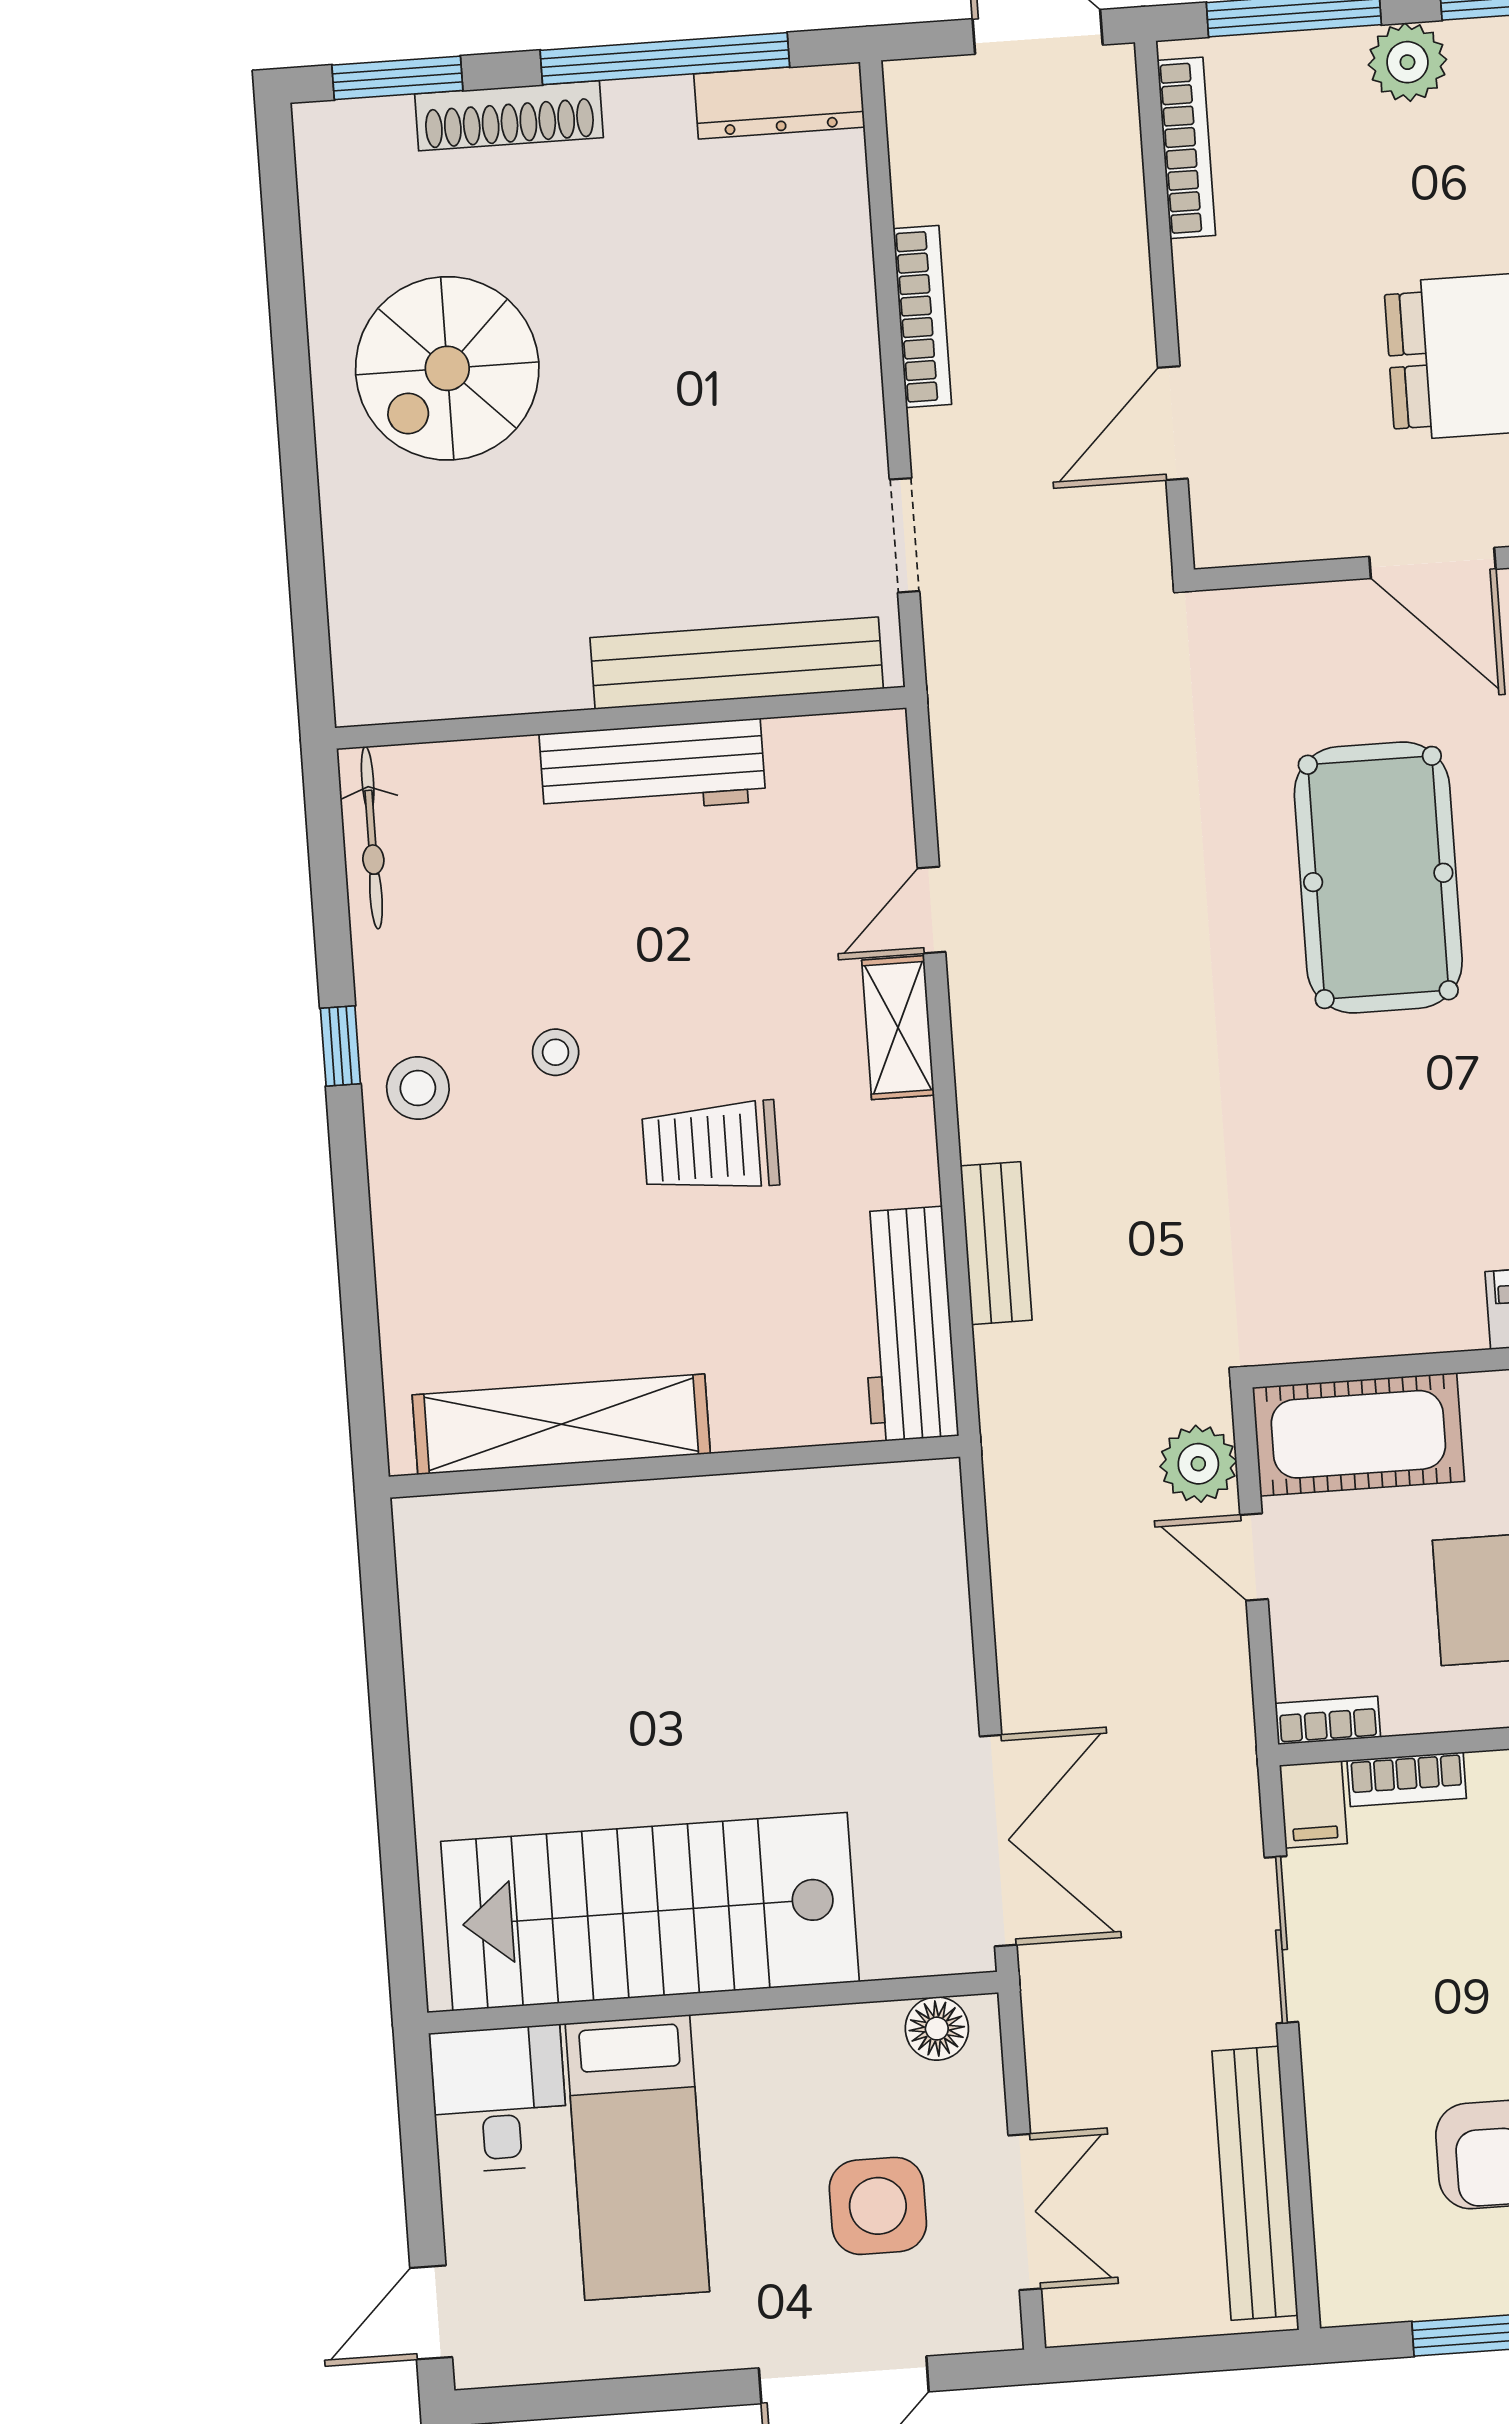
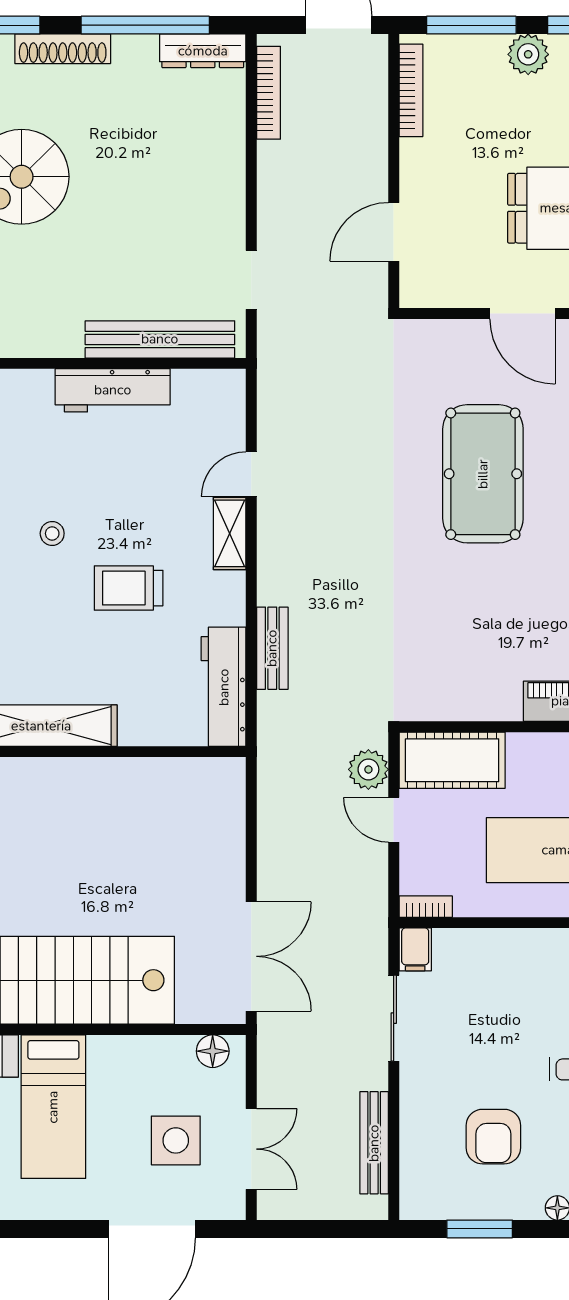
bookcase: (922, 316) -> (268, 93), moved
bookcase: (1407, 1779) -> (464, 940), removed
bench: (1255, 2183) -> (374, 1143), width x0.73, depth x0.82

